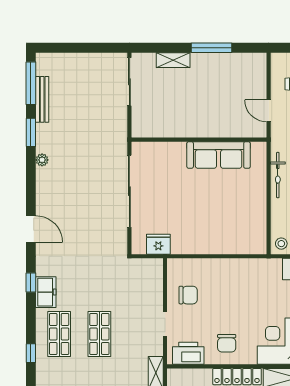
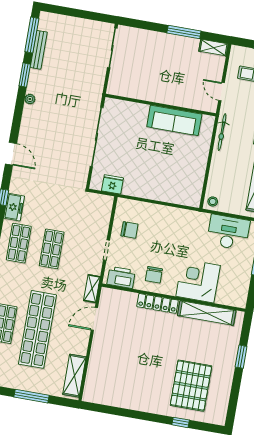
shelving: (173, 60) -> (214, 48), moved
bicycle: (278, 175) -> (222, 132), moved

